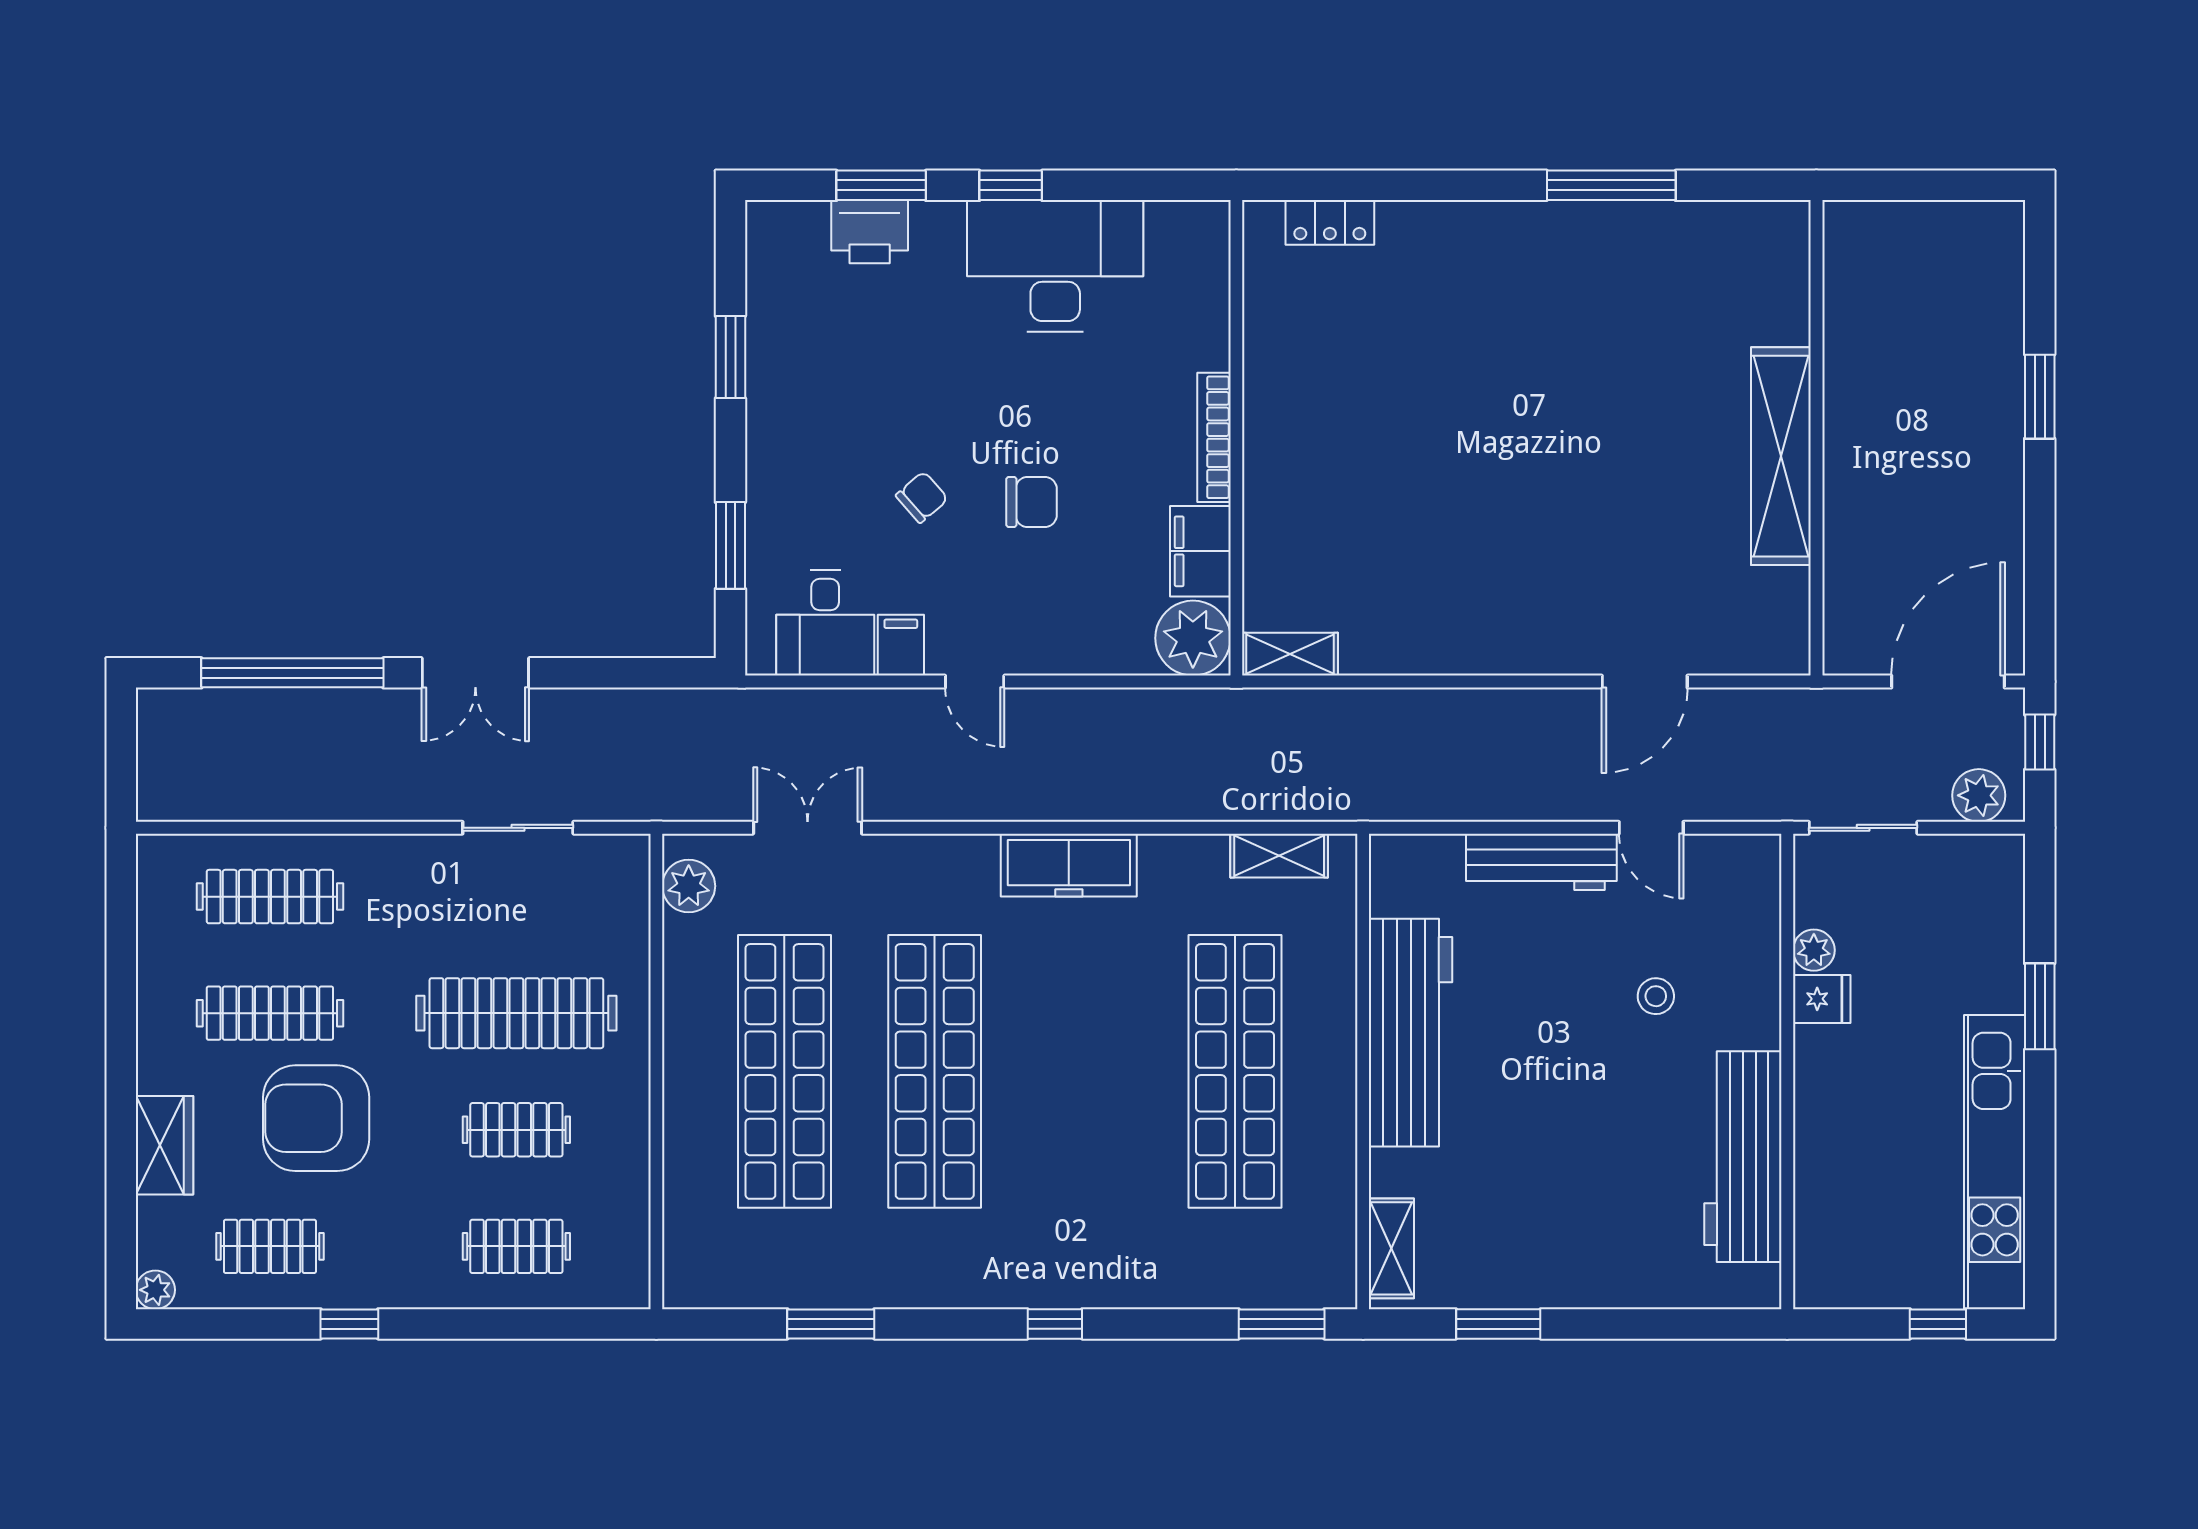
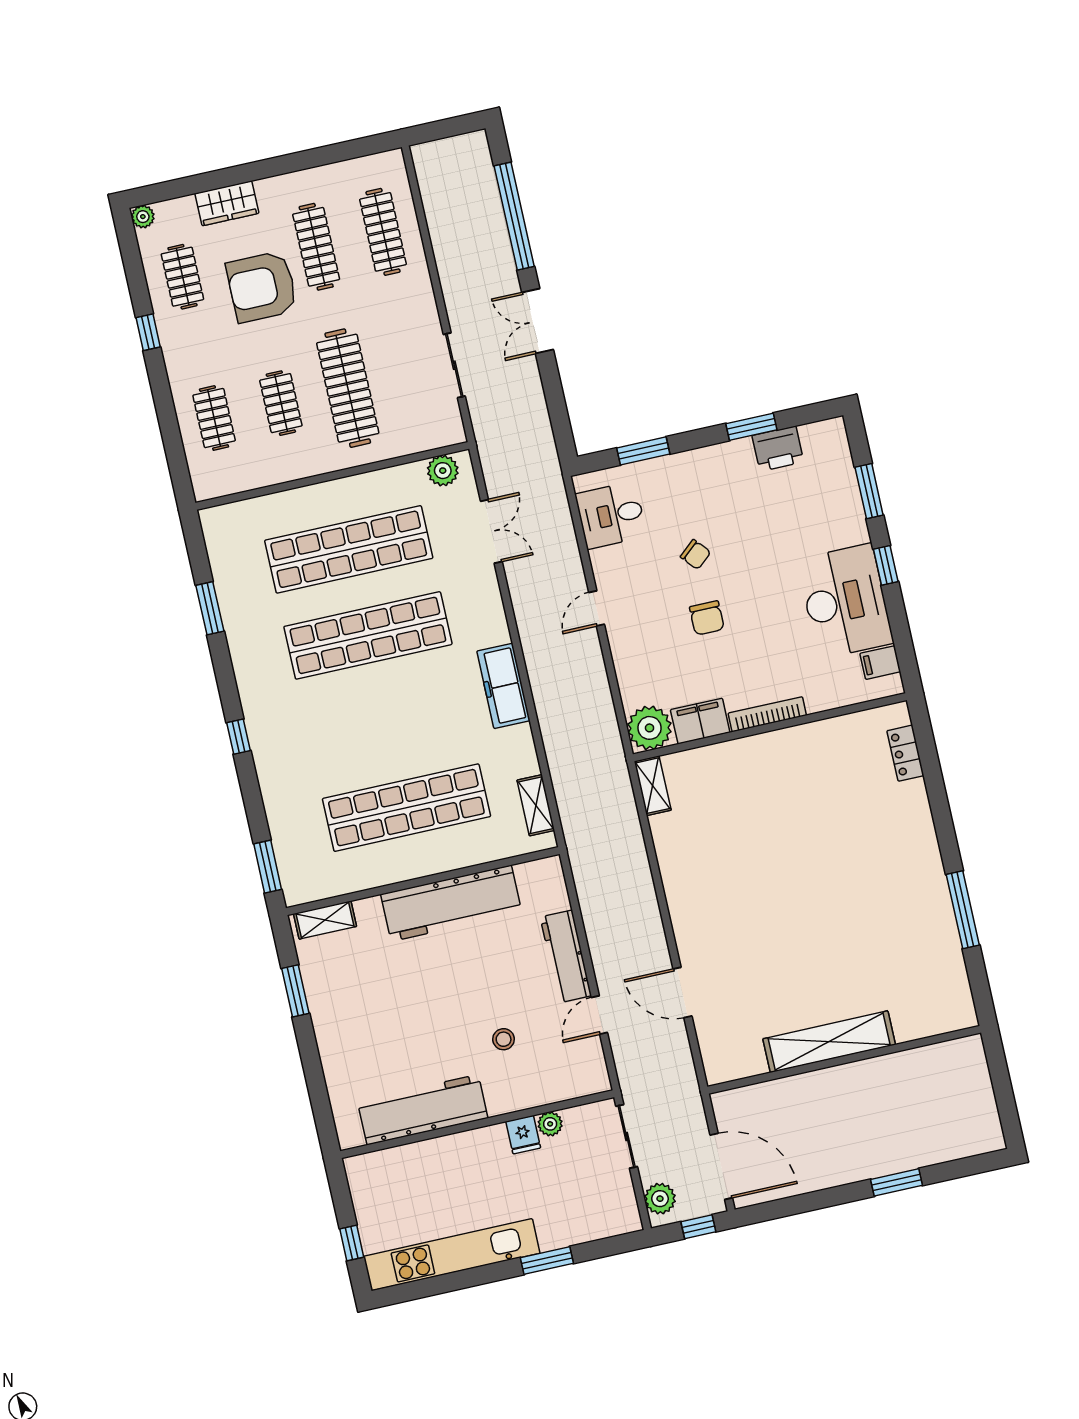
printer: (870, 232) -> (778, 449), moved, turned -90
filing cabinet: (901, 645) -> (880, 663), moved, turned 180
armchair: (316, 1118) -> (262, 287), turned -90

